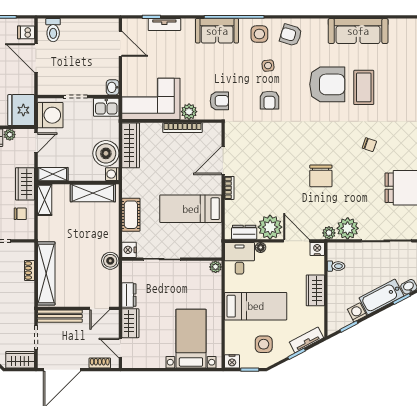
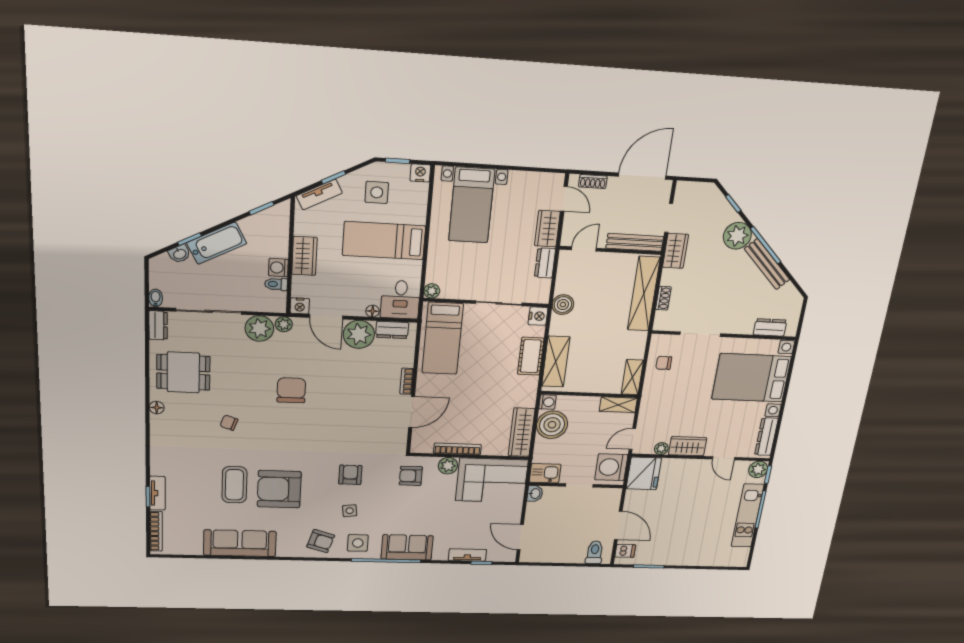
wardrobe: (25, 184) -> (653, 396), removed
shelving: (93, 193) -> (556, 362), moved, turned 90
bed: (191, 209) -> (443, 338), moved, turned 90
washing machine: (357, 312) -> (278, 268), moved, turned 118
wardrobe: (20, 360) -> (676, 251), moved, turned -90

